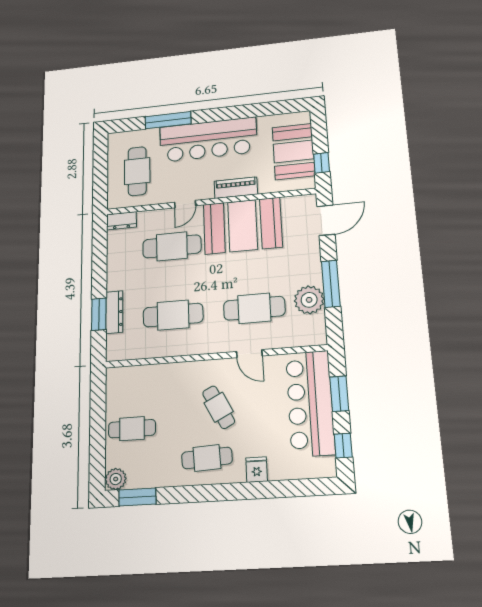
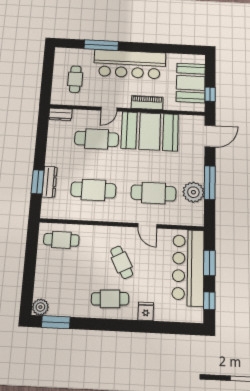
cafe table: (137, 171) -> (75, 79), width x0.73, depth x0.74
cafe table: (132, 429) -> (61, 240), moved

